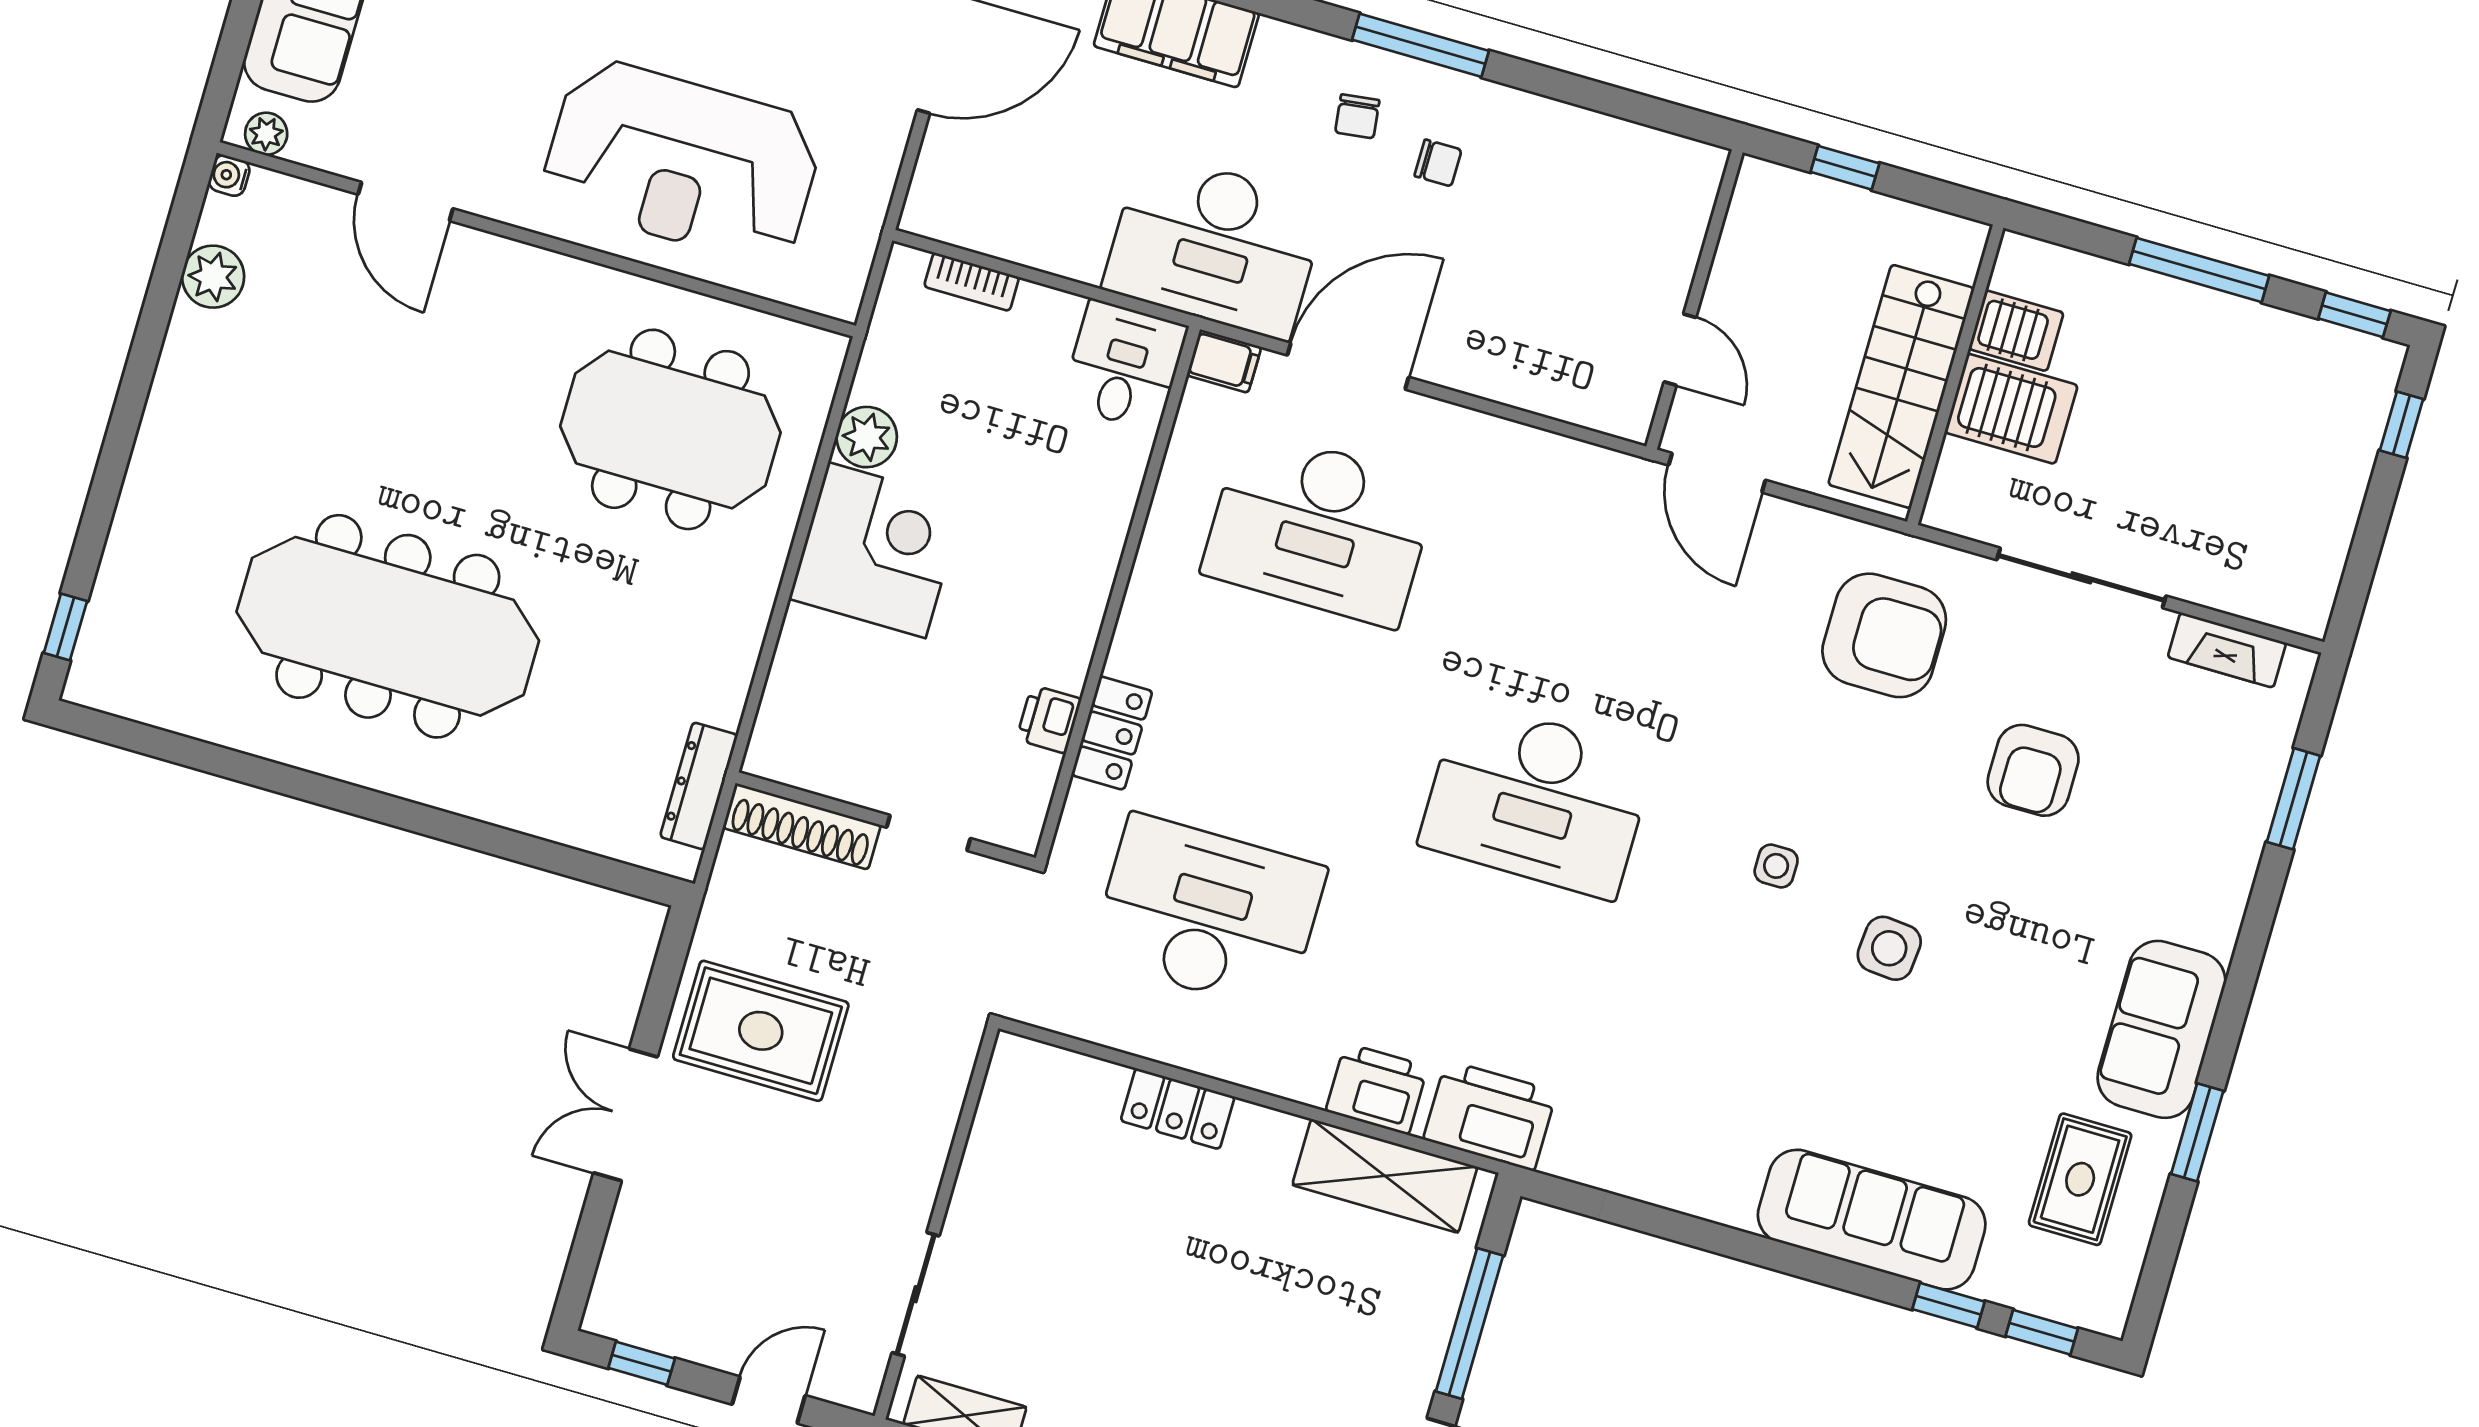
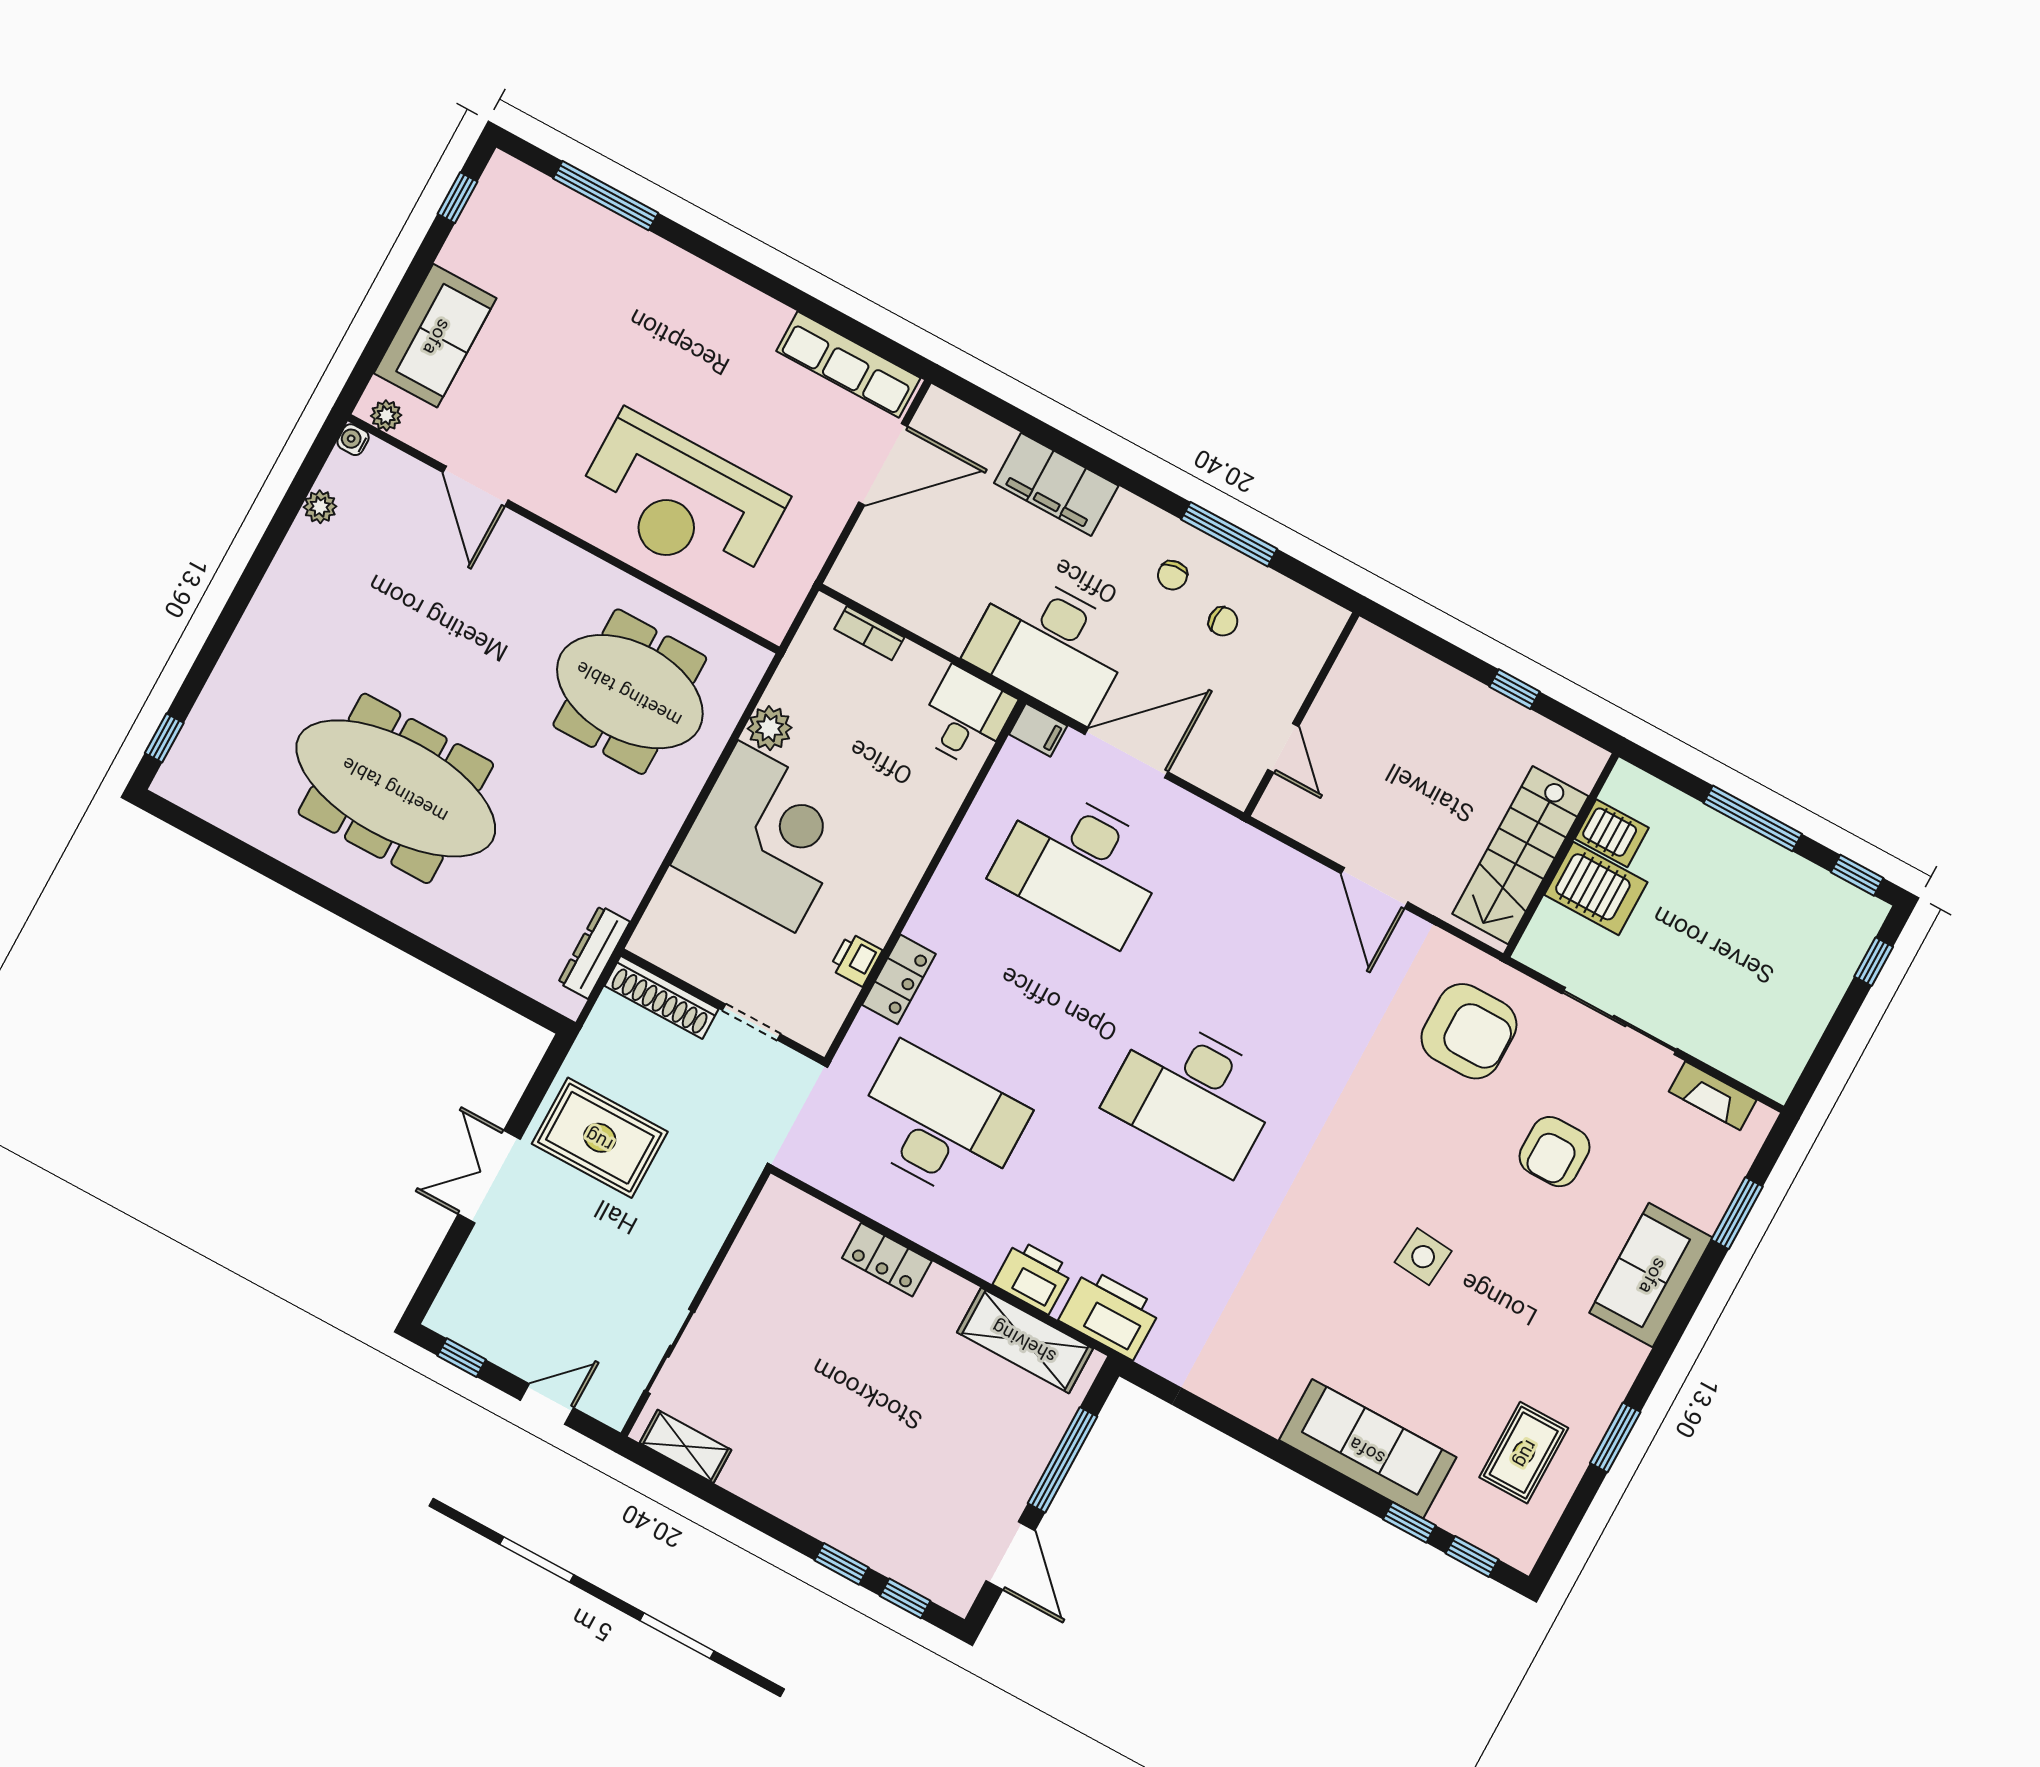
plant: (213, 277) -> (320, 507), width x0.73, depth x0.73
wall: (1694, 299) -> (1301, 714), moved
door: (1680, 350) -> (1283, 748), moved
corner desk: (877, 550) -> (767, 837), width x1.36, depth x1.36
side table: (1776, 866) -> (1355, 1180), removed
sofa: (2161, 1029) -> (1651, 1275), moved

